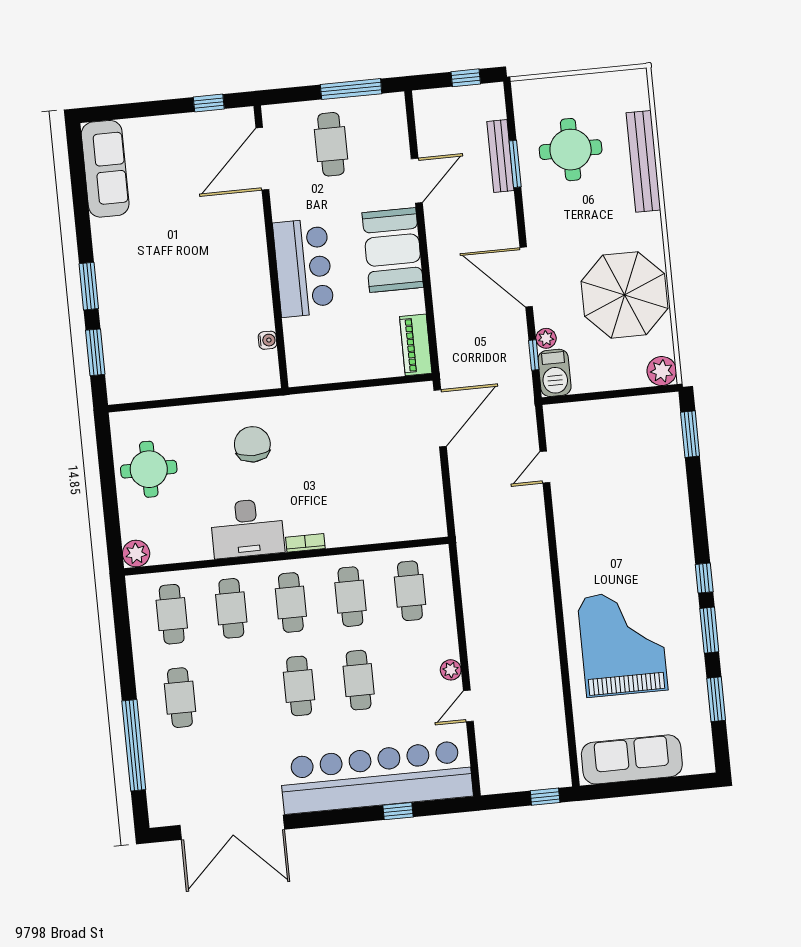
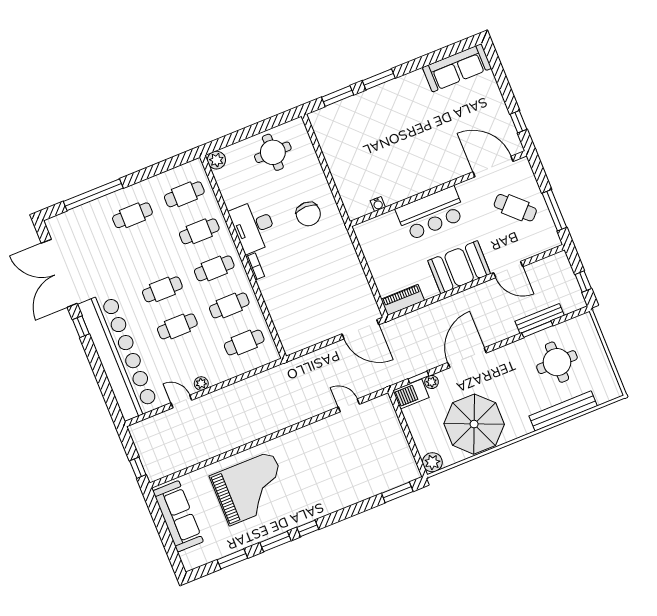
cafe table: (331, 144) -> (515, 208), turned 44
chair: (252, 444) -> (308, 214), turned 90
window: (398, 811) -> (81, 327), moved

